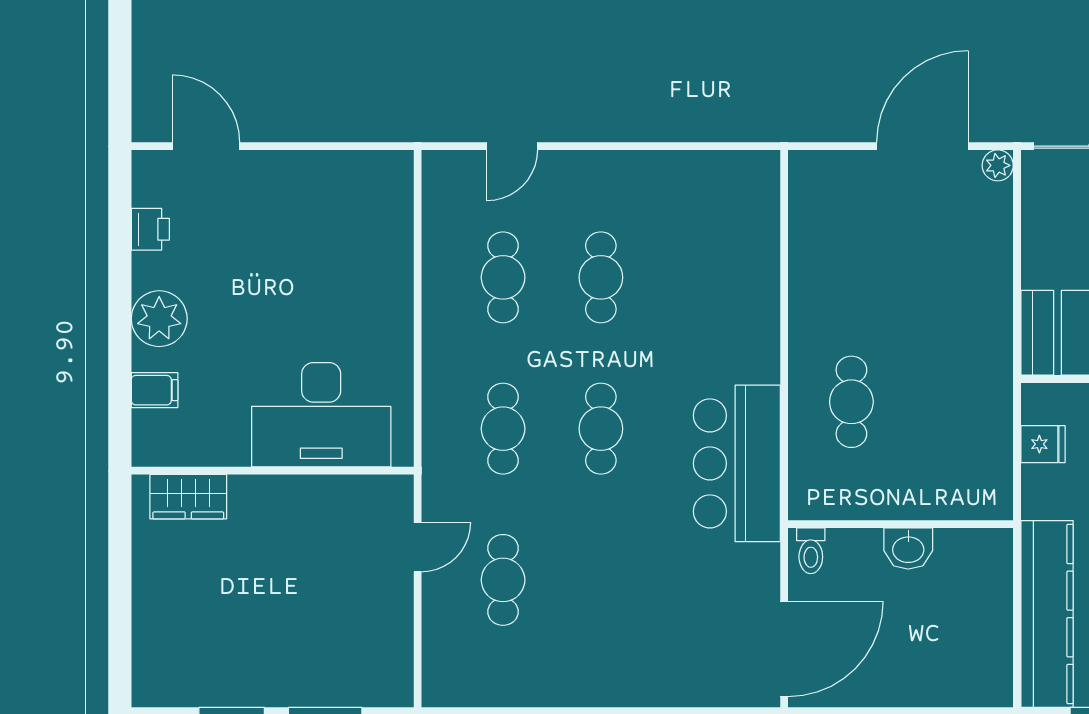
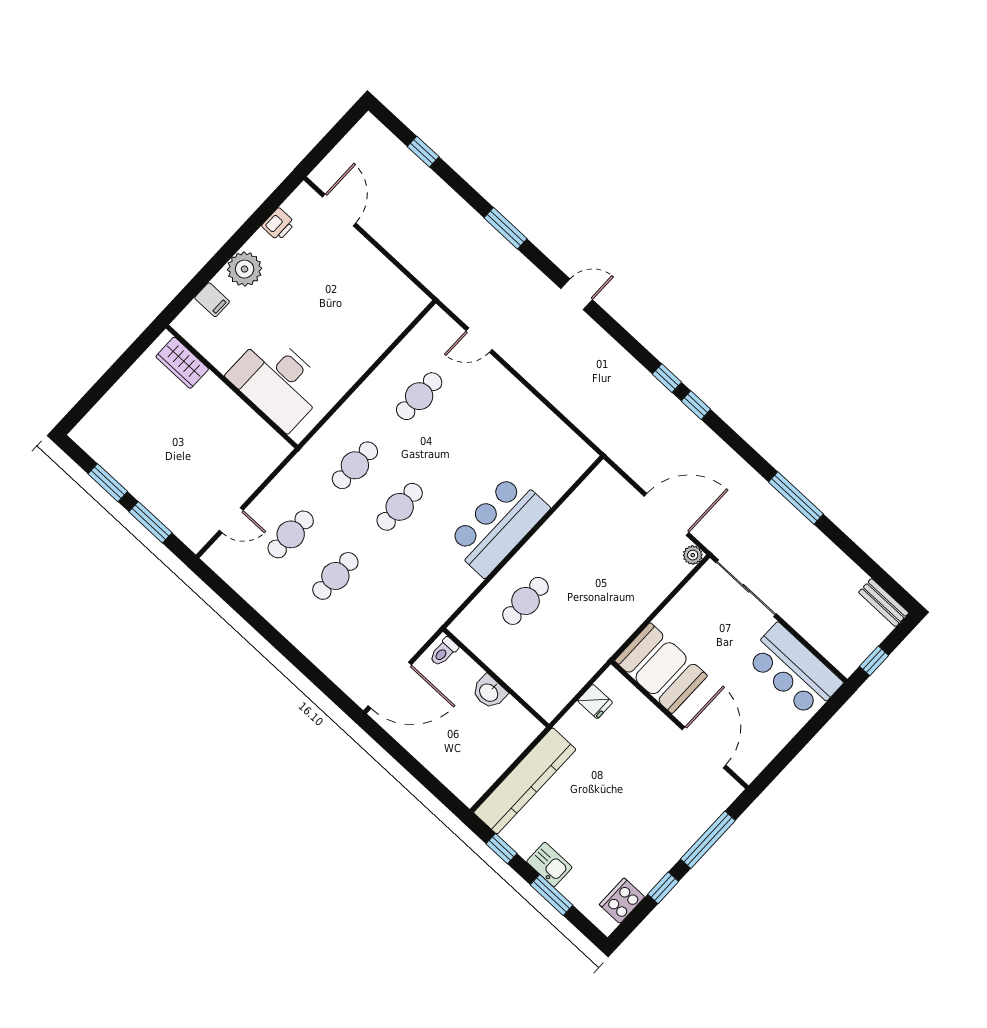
cafe table: (601, 277) -> (335, 576), moved
bar counter: (737, 463) -> (498, 525), moved
door: (418, 547) -> (231, 520), moved

